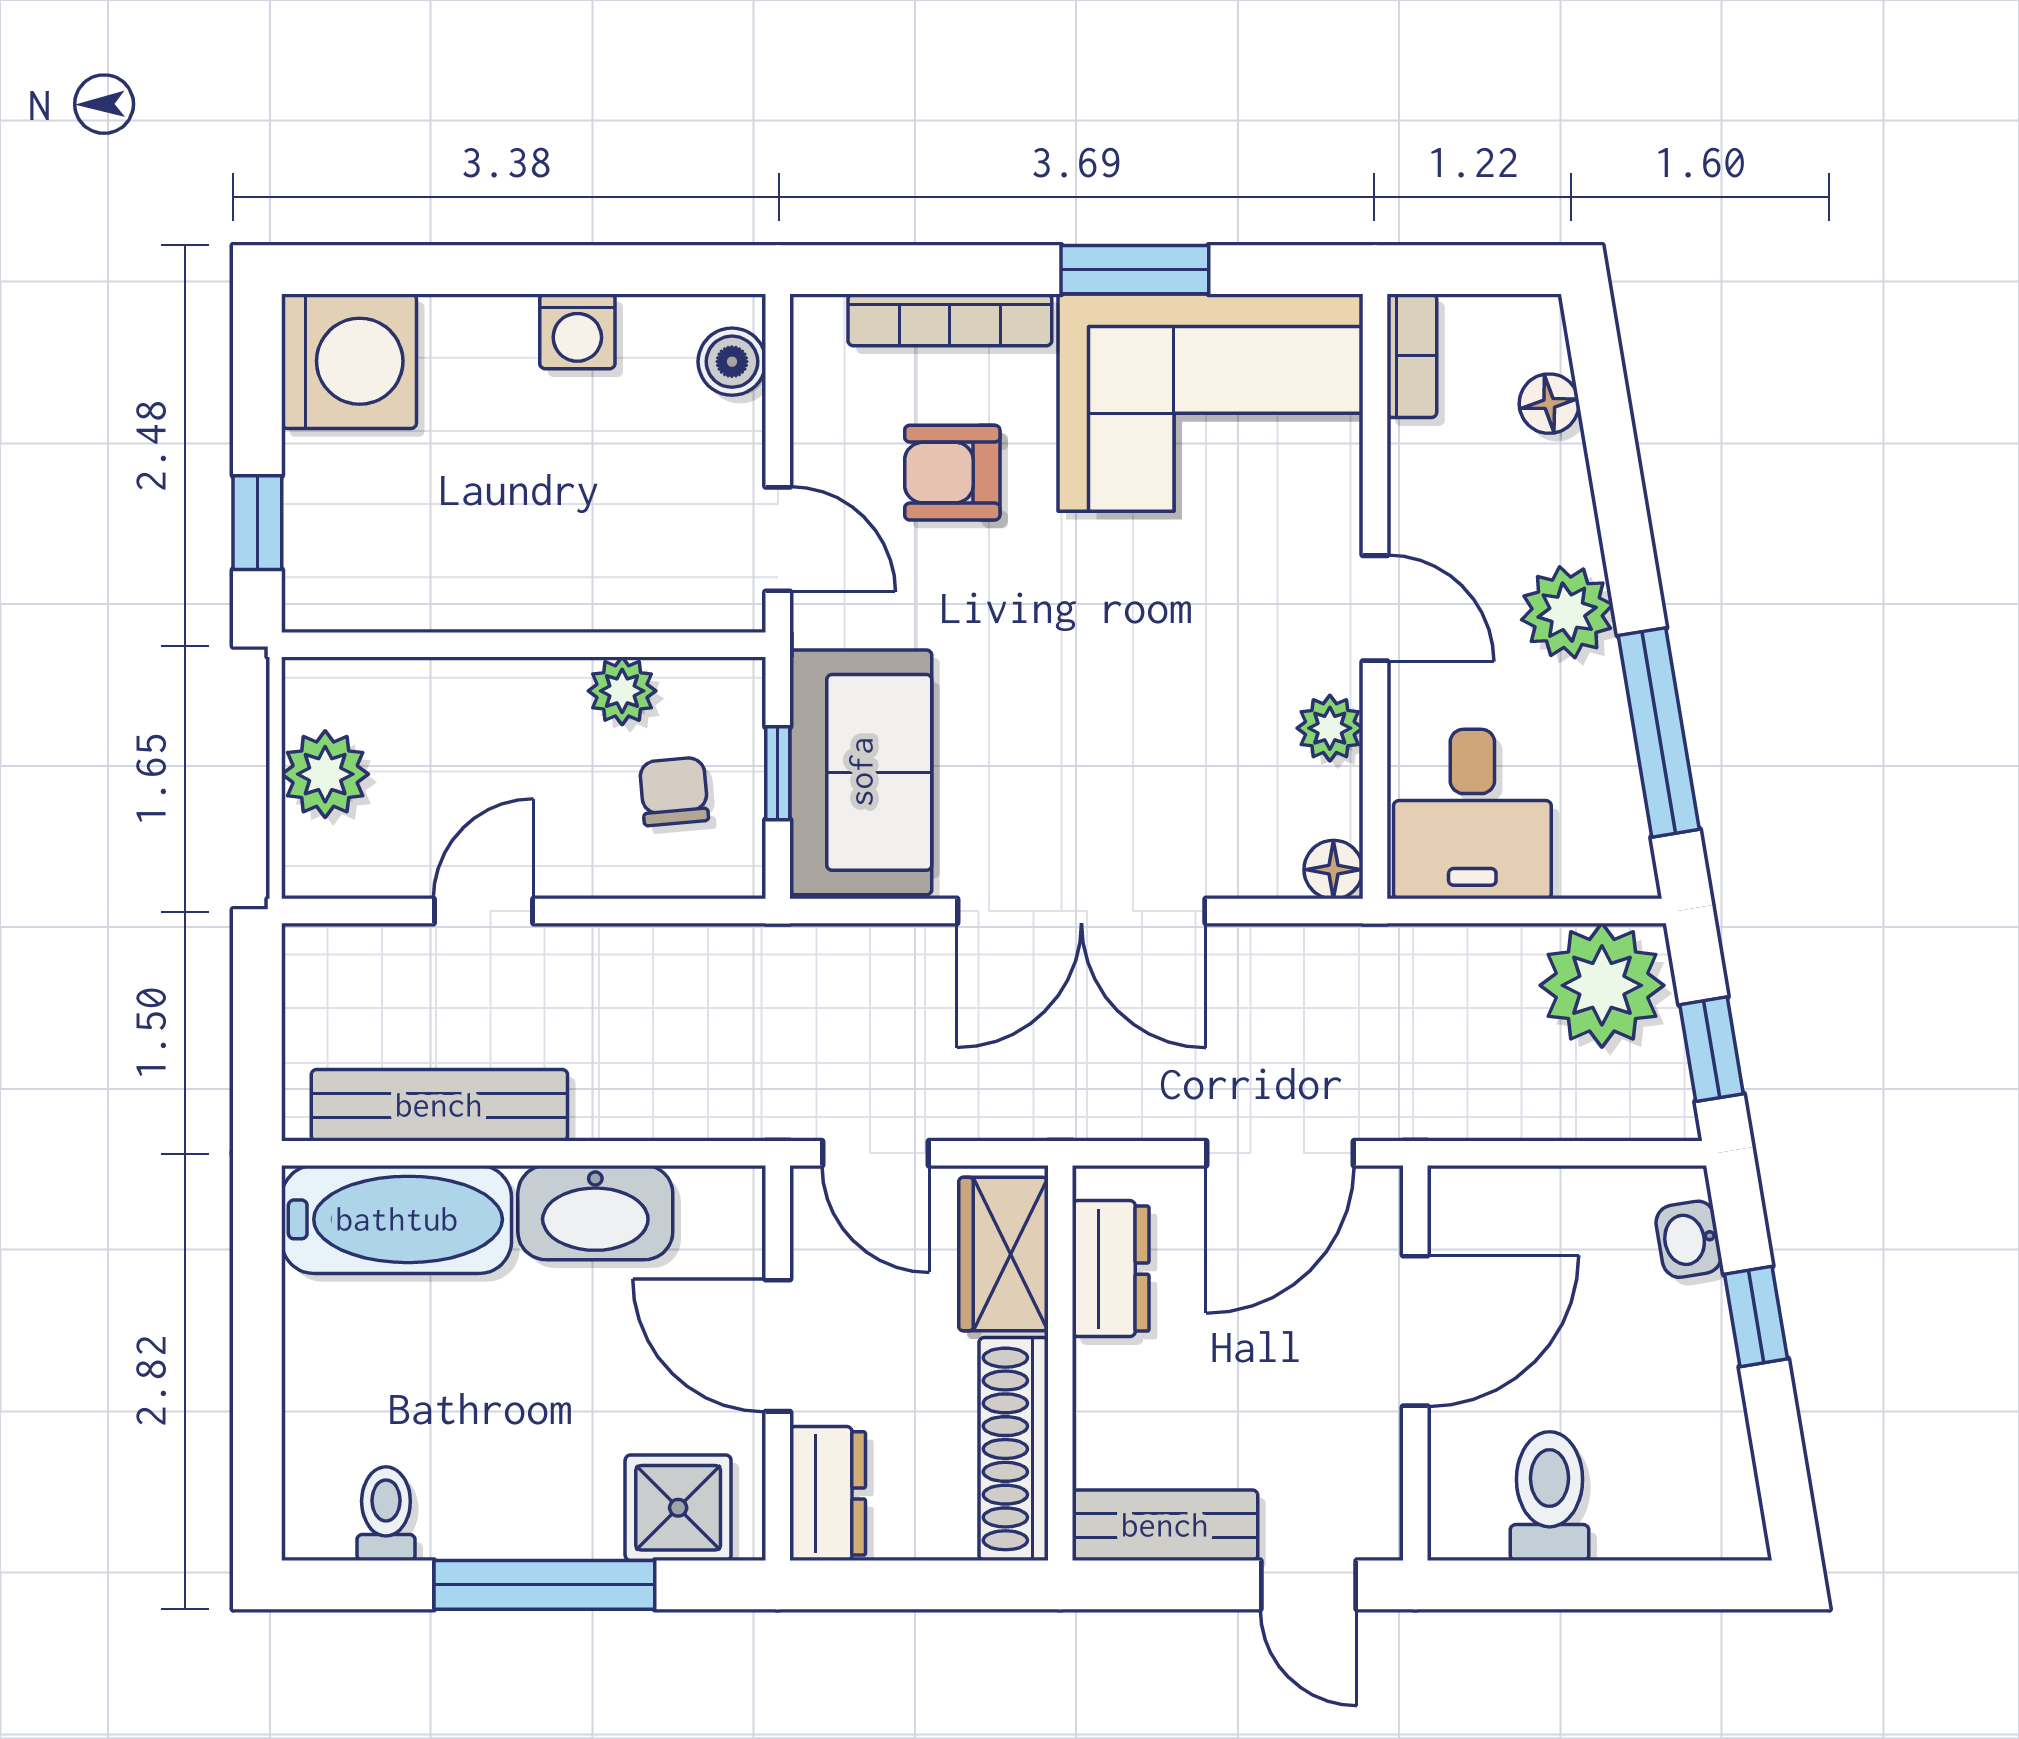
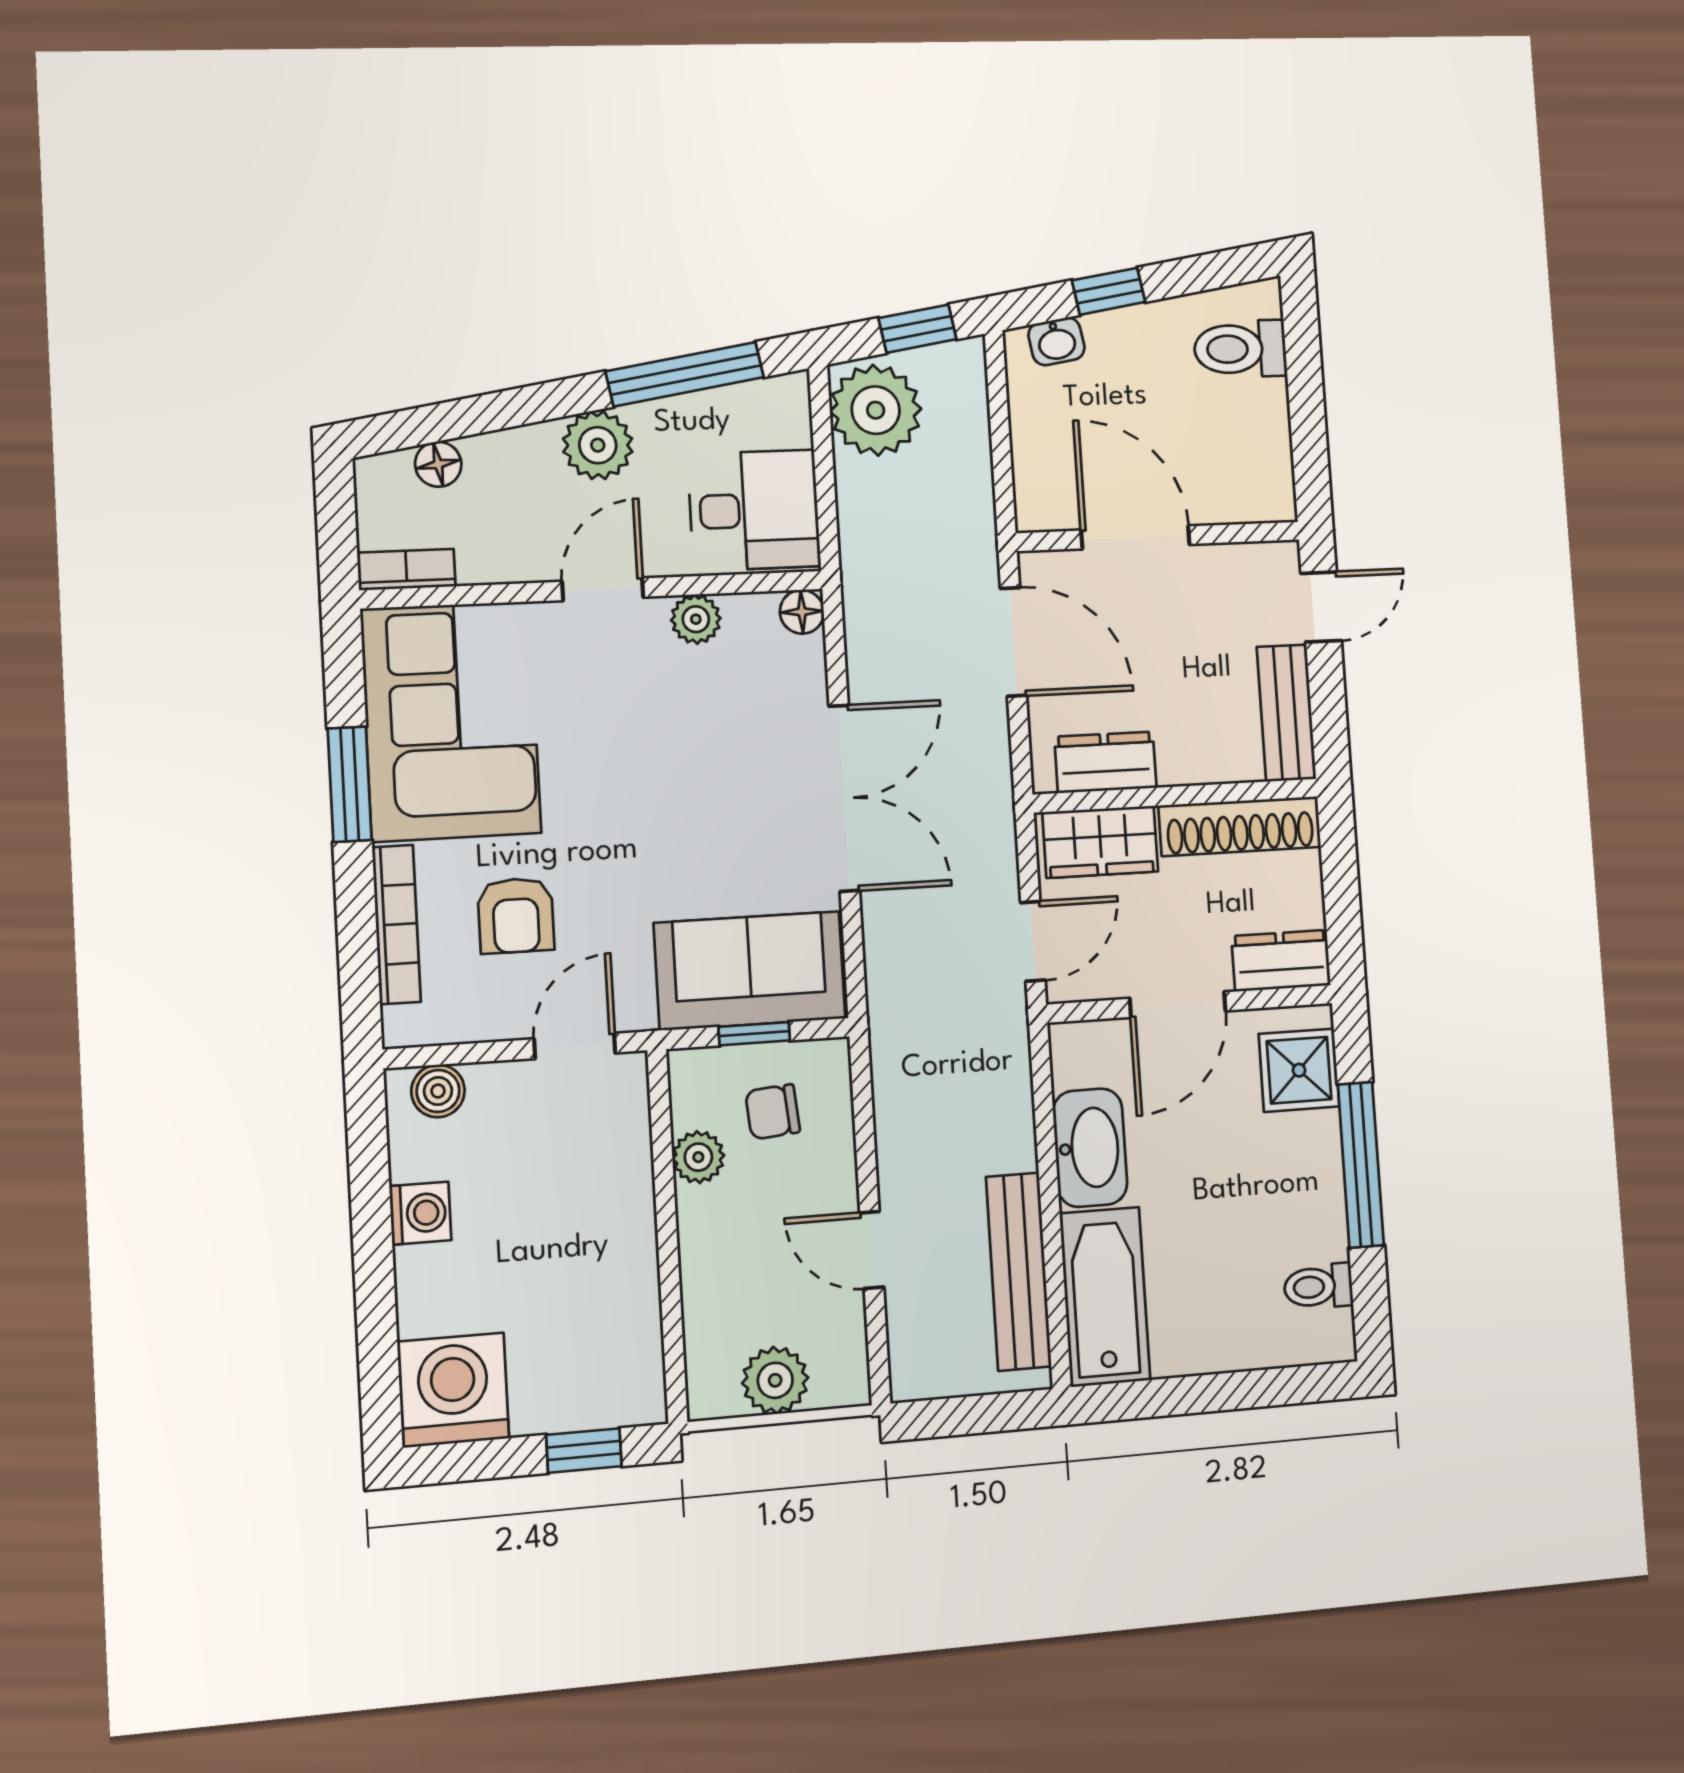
toilet: (1550, 1496) -> (1240, 349), moved

